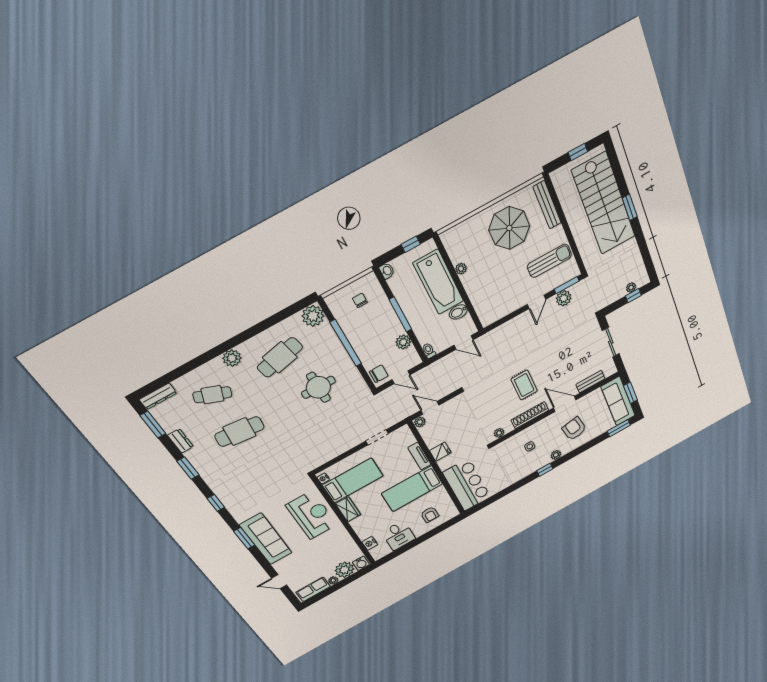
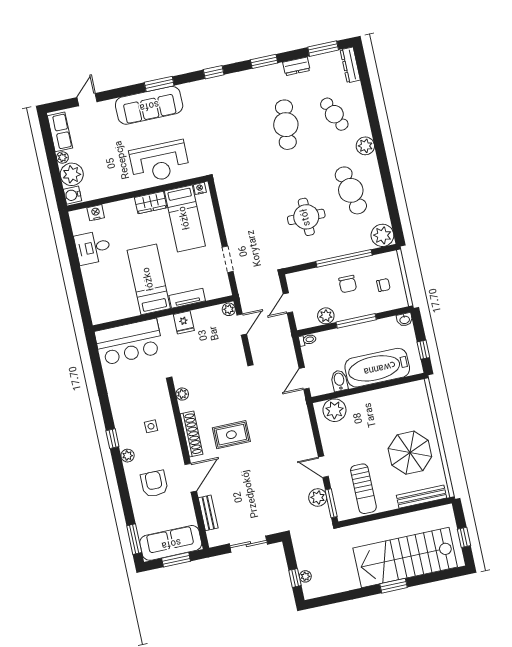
plant: (461, 269) -> (334, 410), moved, width x1.88, depth x1.88
chair: (379, 374) -> (348, 284), moved
cafe table: (212, 395) -> (334, 114), turned -45
armchair: (574, 429) -> (154, 484), turned -80
armchair: (430, 515) -> (106, 290), removed

